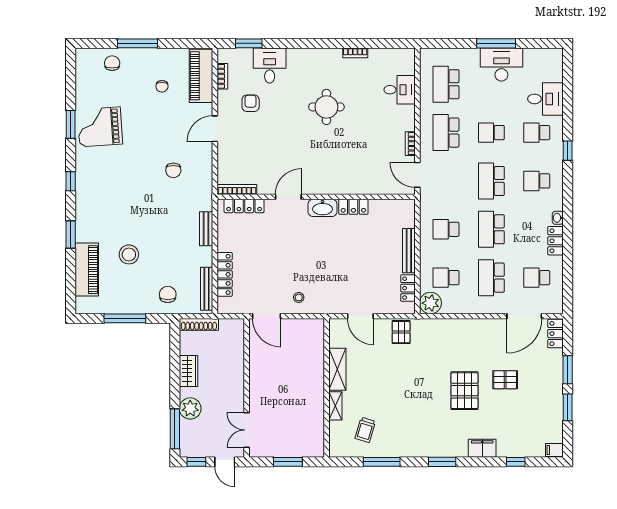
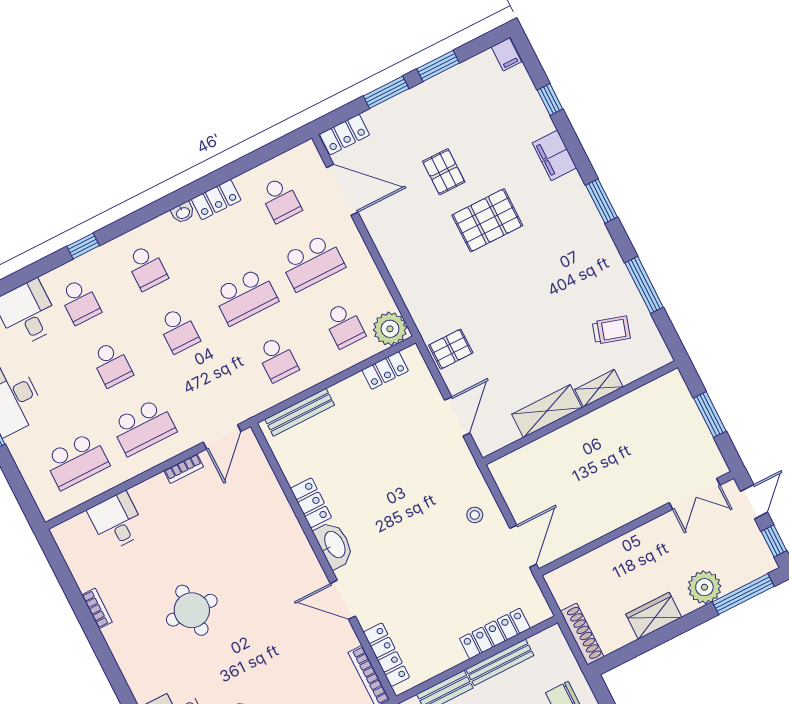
school desk: (491, 181) -> (178, 330), width x0.54
bench: (409, 251) -> (300, 412), moved
bench: (207, 289) -> (500, 662), moved

